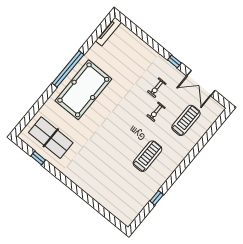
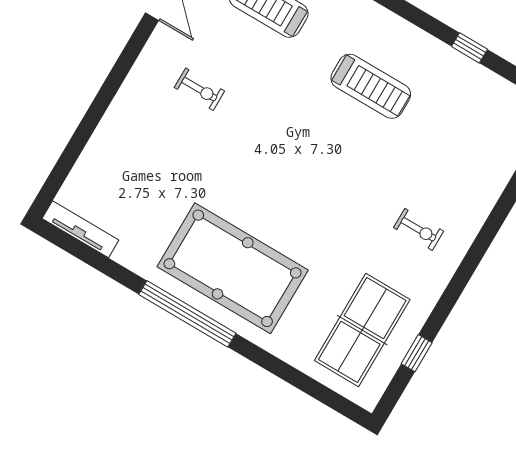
window: (174, 61) -> (129, 56), removed
exercise bike: (156, 112) -> (419, 229), moved
treadmill: (147, 156) -> (371, 86), turned 180

